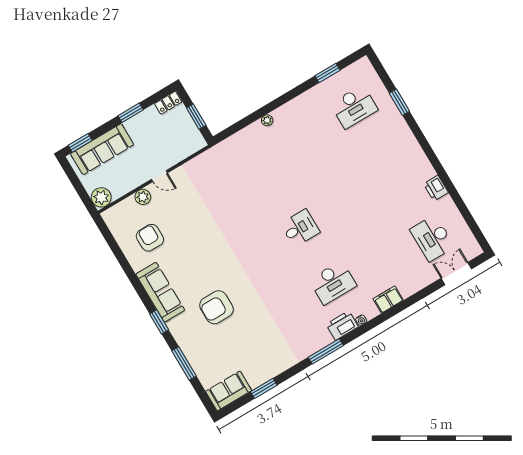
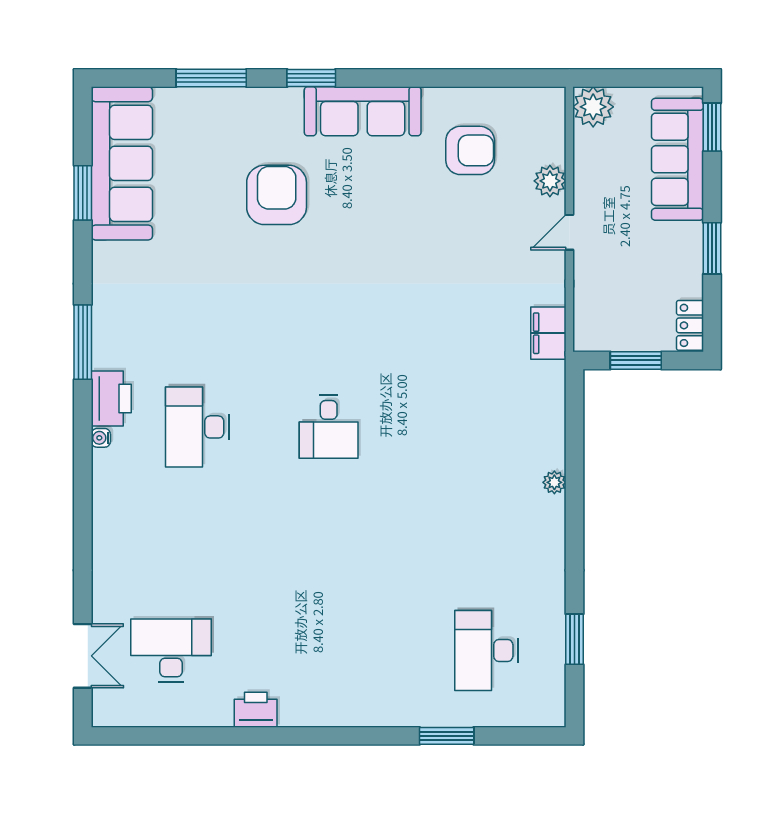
filing cabinet: (388, 299) -> (548, 333), moved, turned 180
sofa: (229, 391) -> (122, 163), width x1.85, depth x1.27

